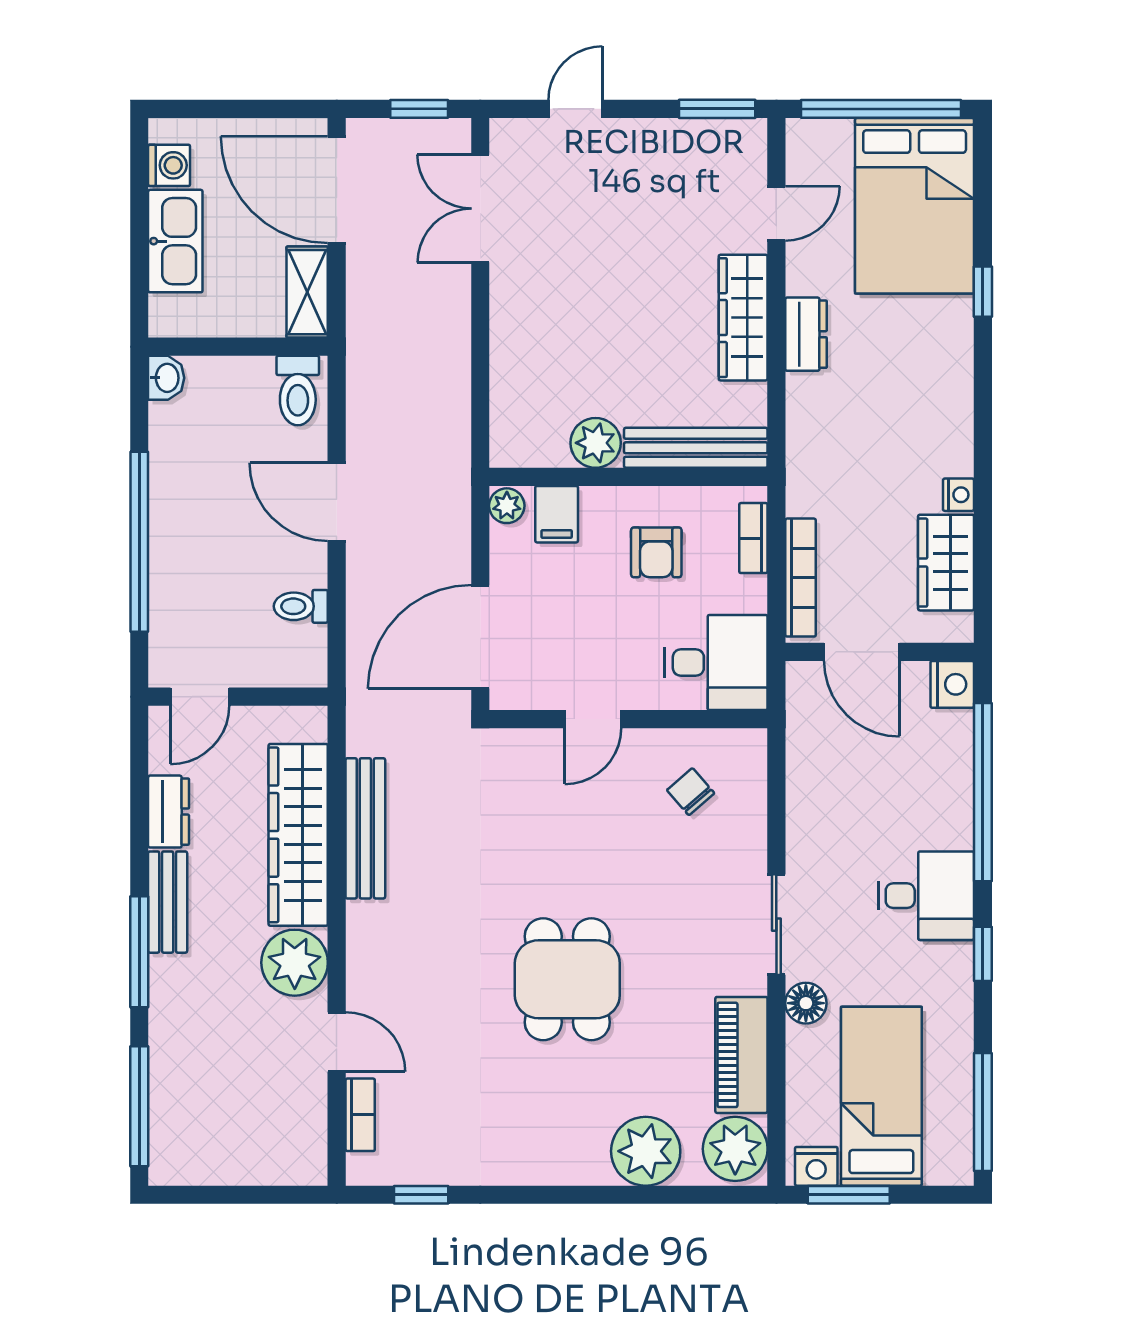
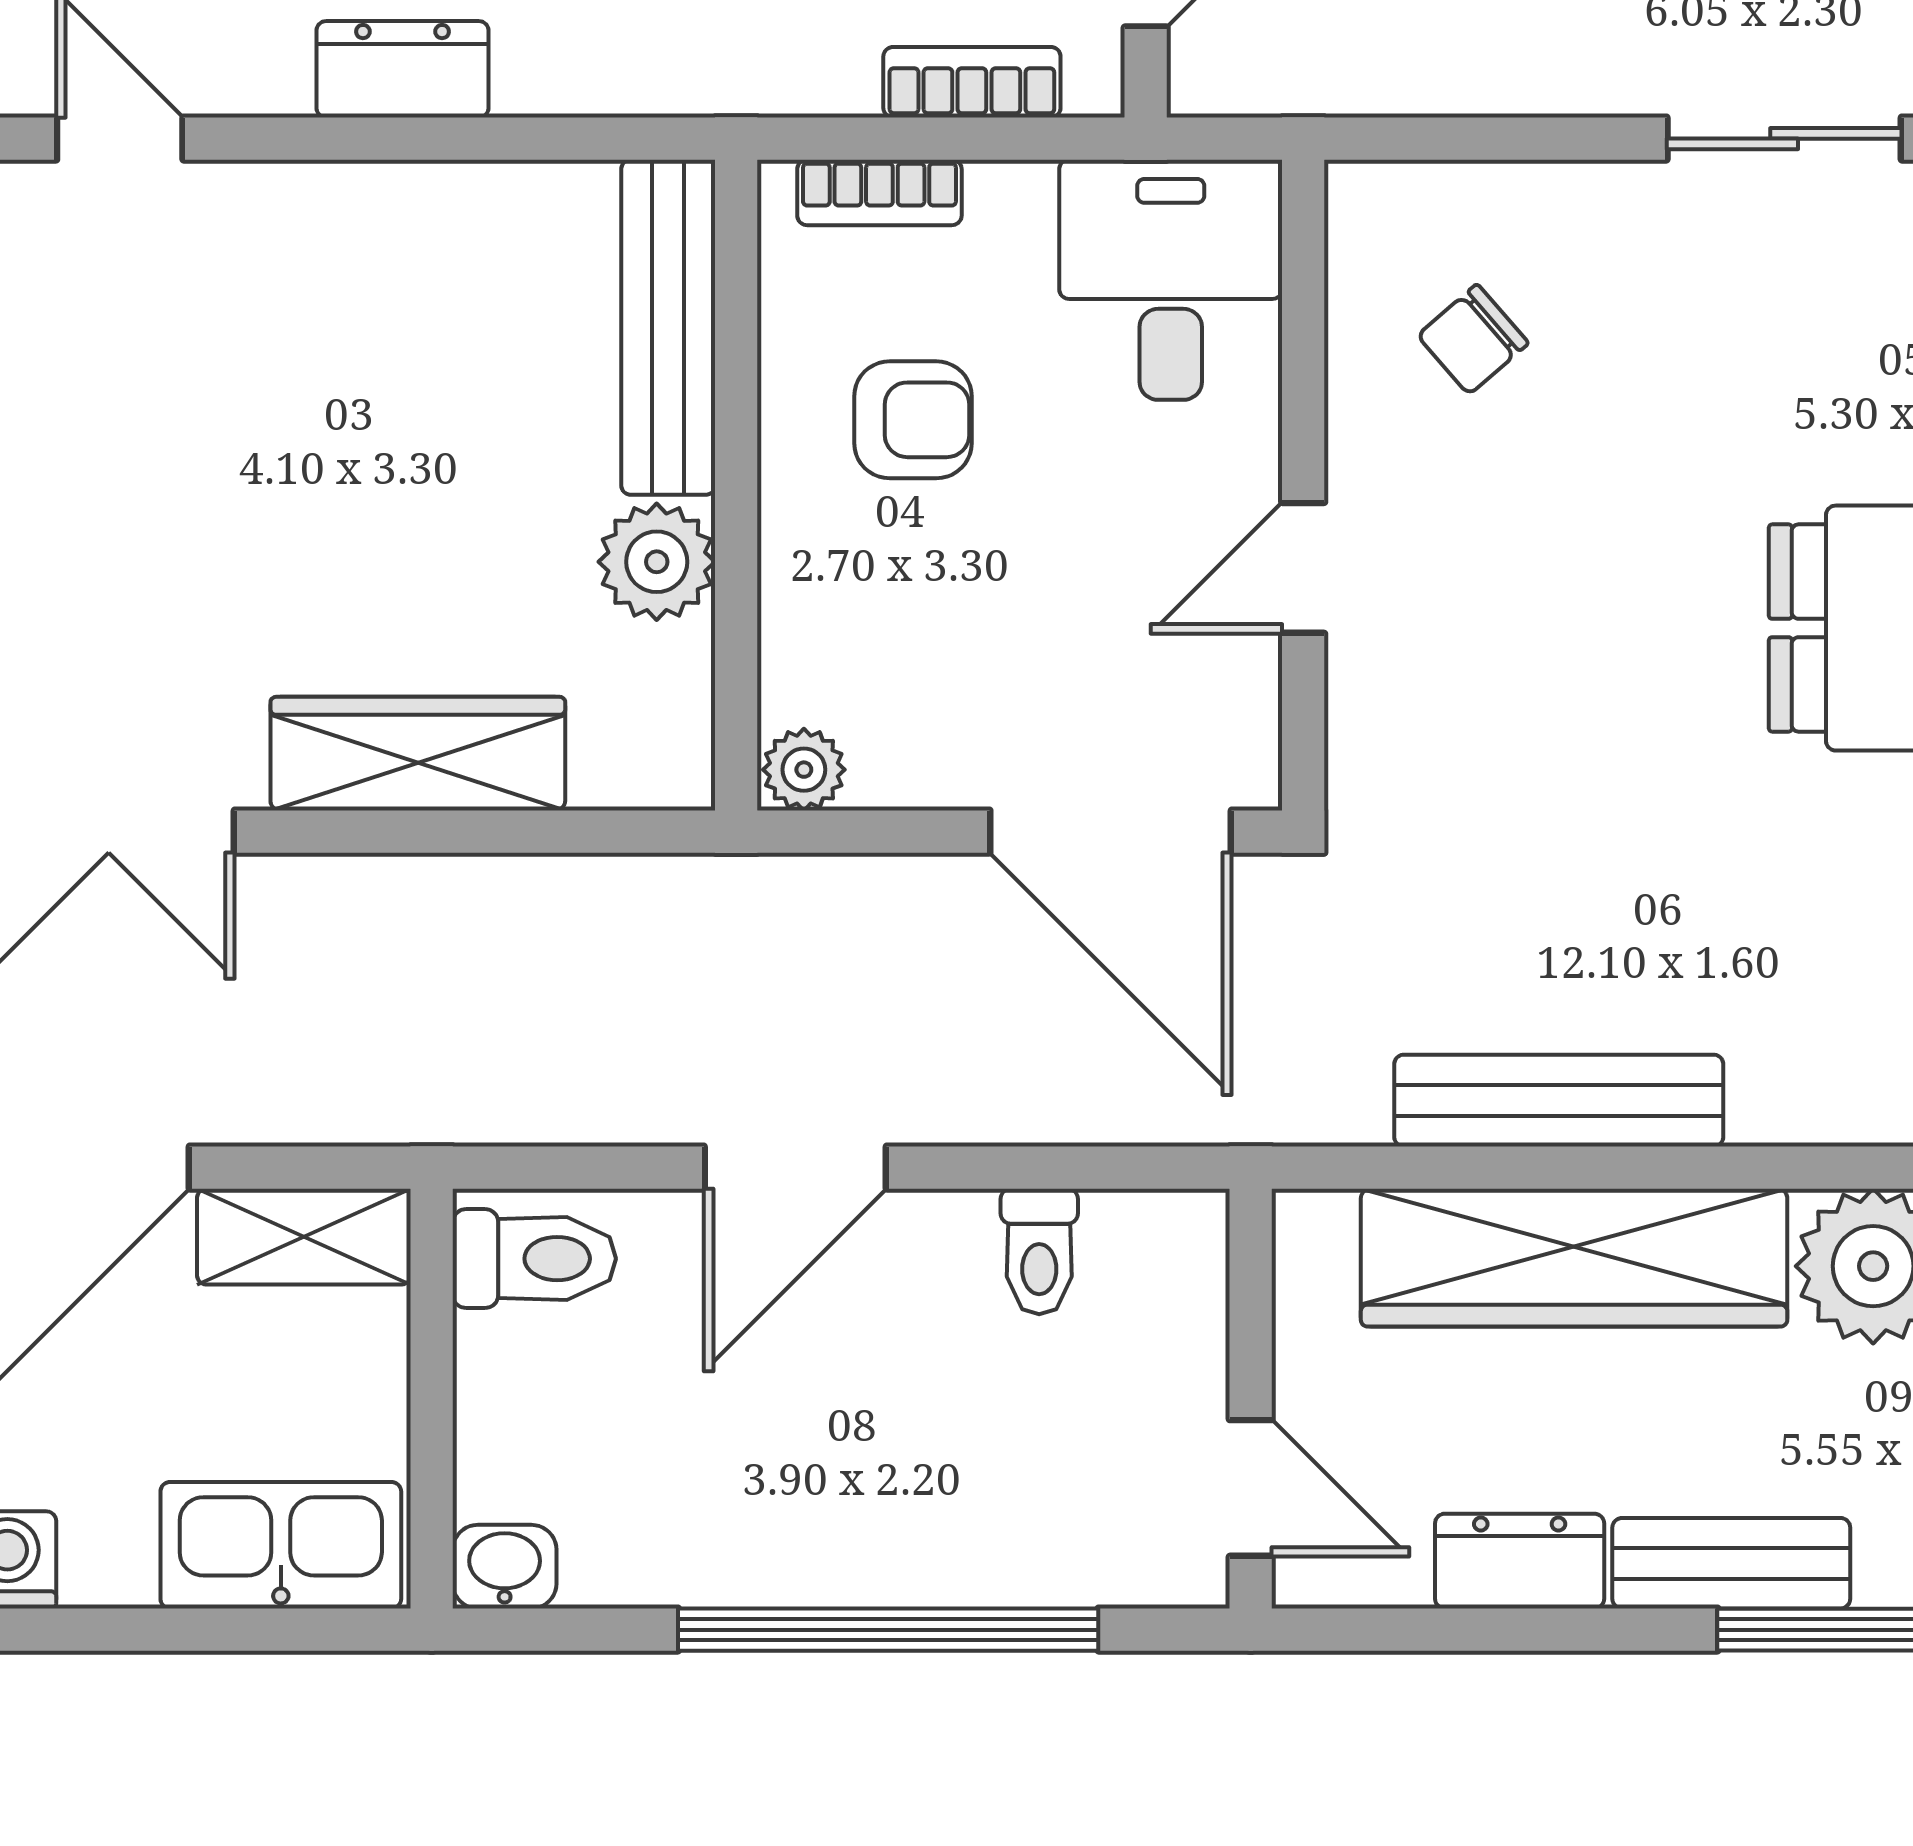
kitchen sink: (175, 241) -> (281, 1545), moved
wardrobe: (743, 318) -> (418, 754), moved, turned 180
filing cabinet: (557, 514) -> (824, 653), removed
bookcase: (801, 578) -> (972, 82), width x0.64
door: (593, 719) -> (1303, 568), swing flipped

